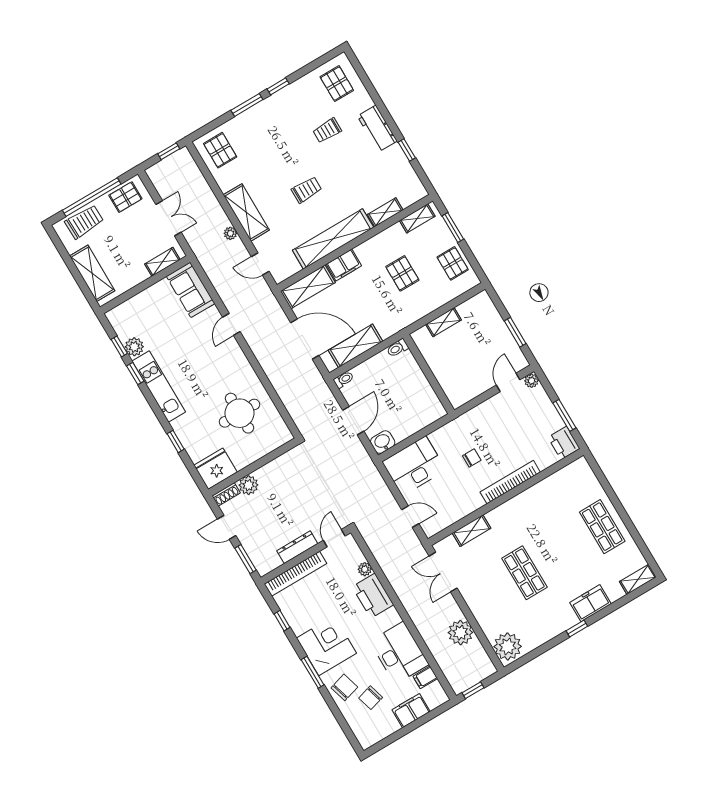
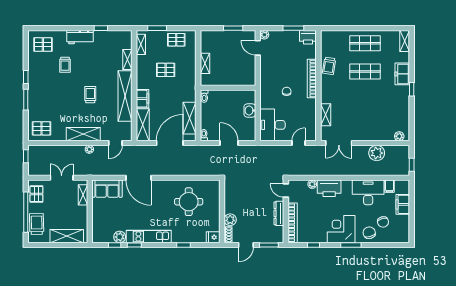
door: (231, 324) -> (139, 178), width x1.87
washbasin: (383, 442) -> (250, 111), moved
fridge: (215, 469) -> (213, 237), width x0.53, depth x0.75
trolley: (542, 495) -> (329, 66), added
shop shelf: (524, 573) -> (365, 72), moved
plant: (508, 646) -> (399, 136), width x0.53, depth x0.53

